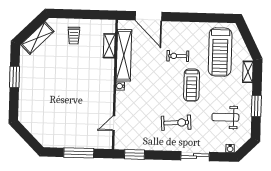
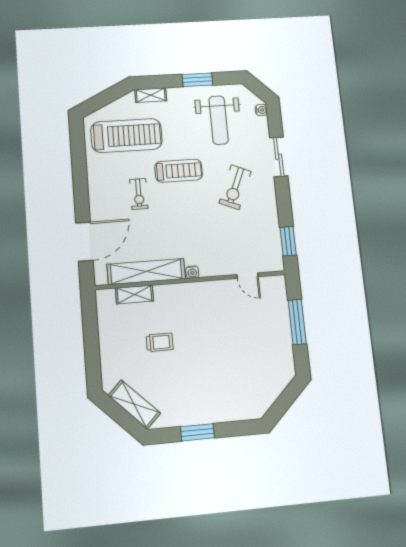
trolley: (74, 35) -> (160, 342), moved
weight bench: (225, 117) -> (219, 120), width x1.36, depth x1.33
exercise bike: (176, 123) -> (235, 187), turned -153

